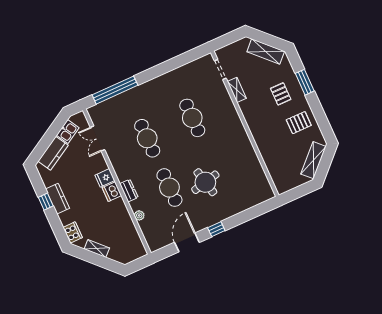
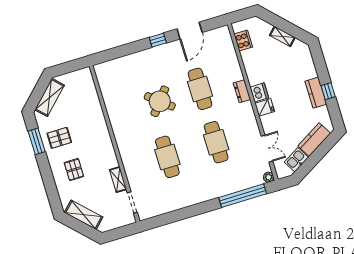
window: (305, 82) -> (37, 141), moved
round table: (205, 182) -> (160, 101), moved, turned -38
plant: (139, 215) -> (269, 177), moved
cooker: (73, 232) -> (243, 41), moved, turned 180

